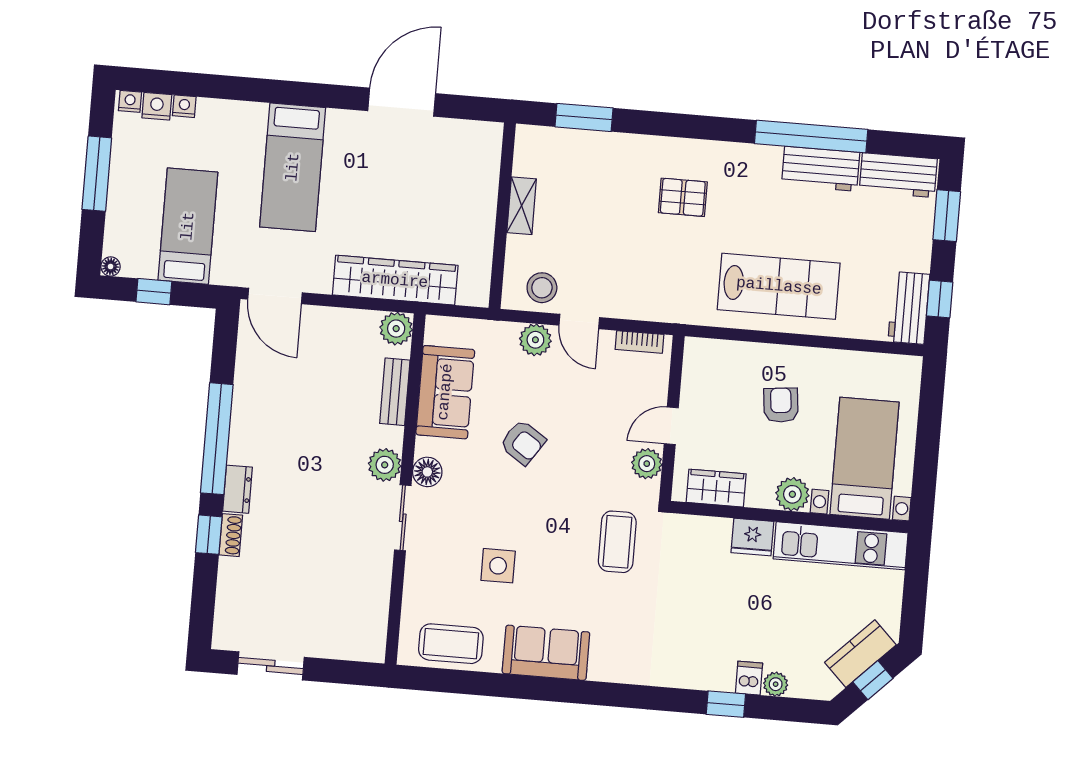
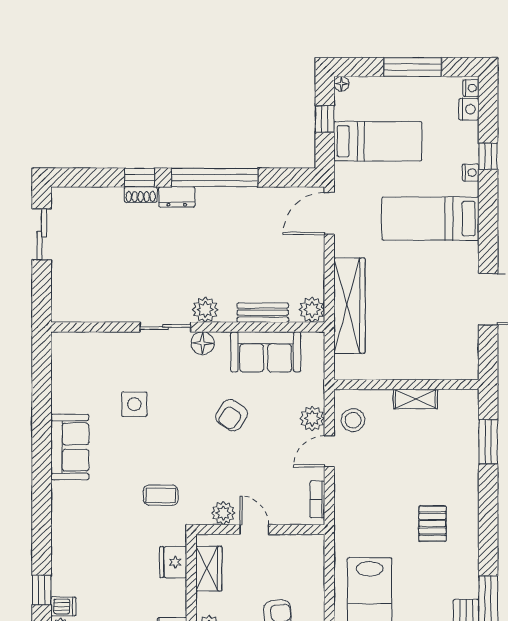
window: (219, 87) -> (488, 156), added
nightstand: (184, 106) -> (471, 173), moved
fridge: (752, 537) -> (173, 562), moved
coffee table: (617, 542) -> (161, 495), width x0.73, depth x0.77
coffee table: (451, 644) -> (71, 373), removed

